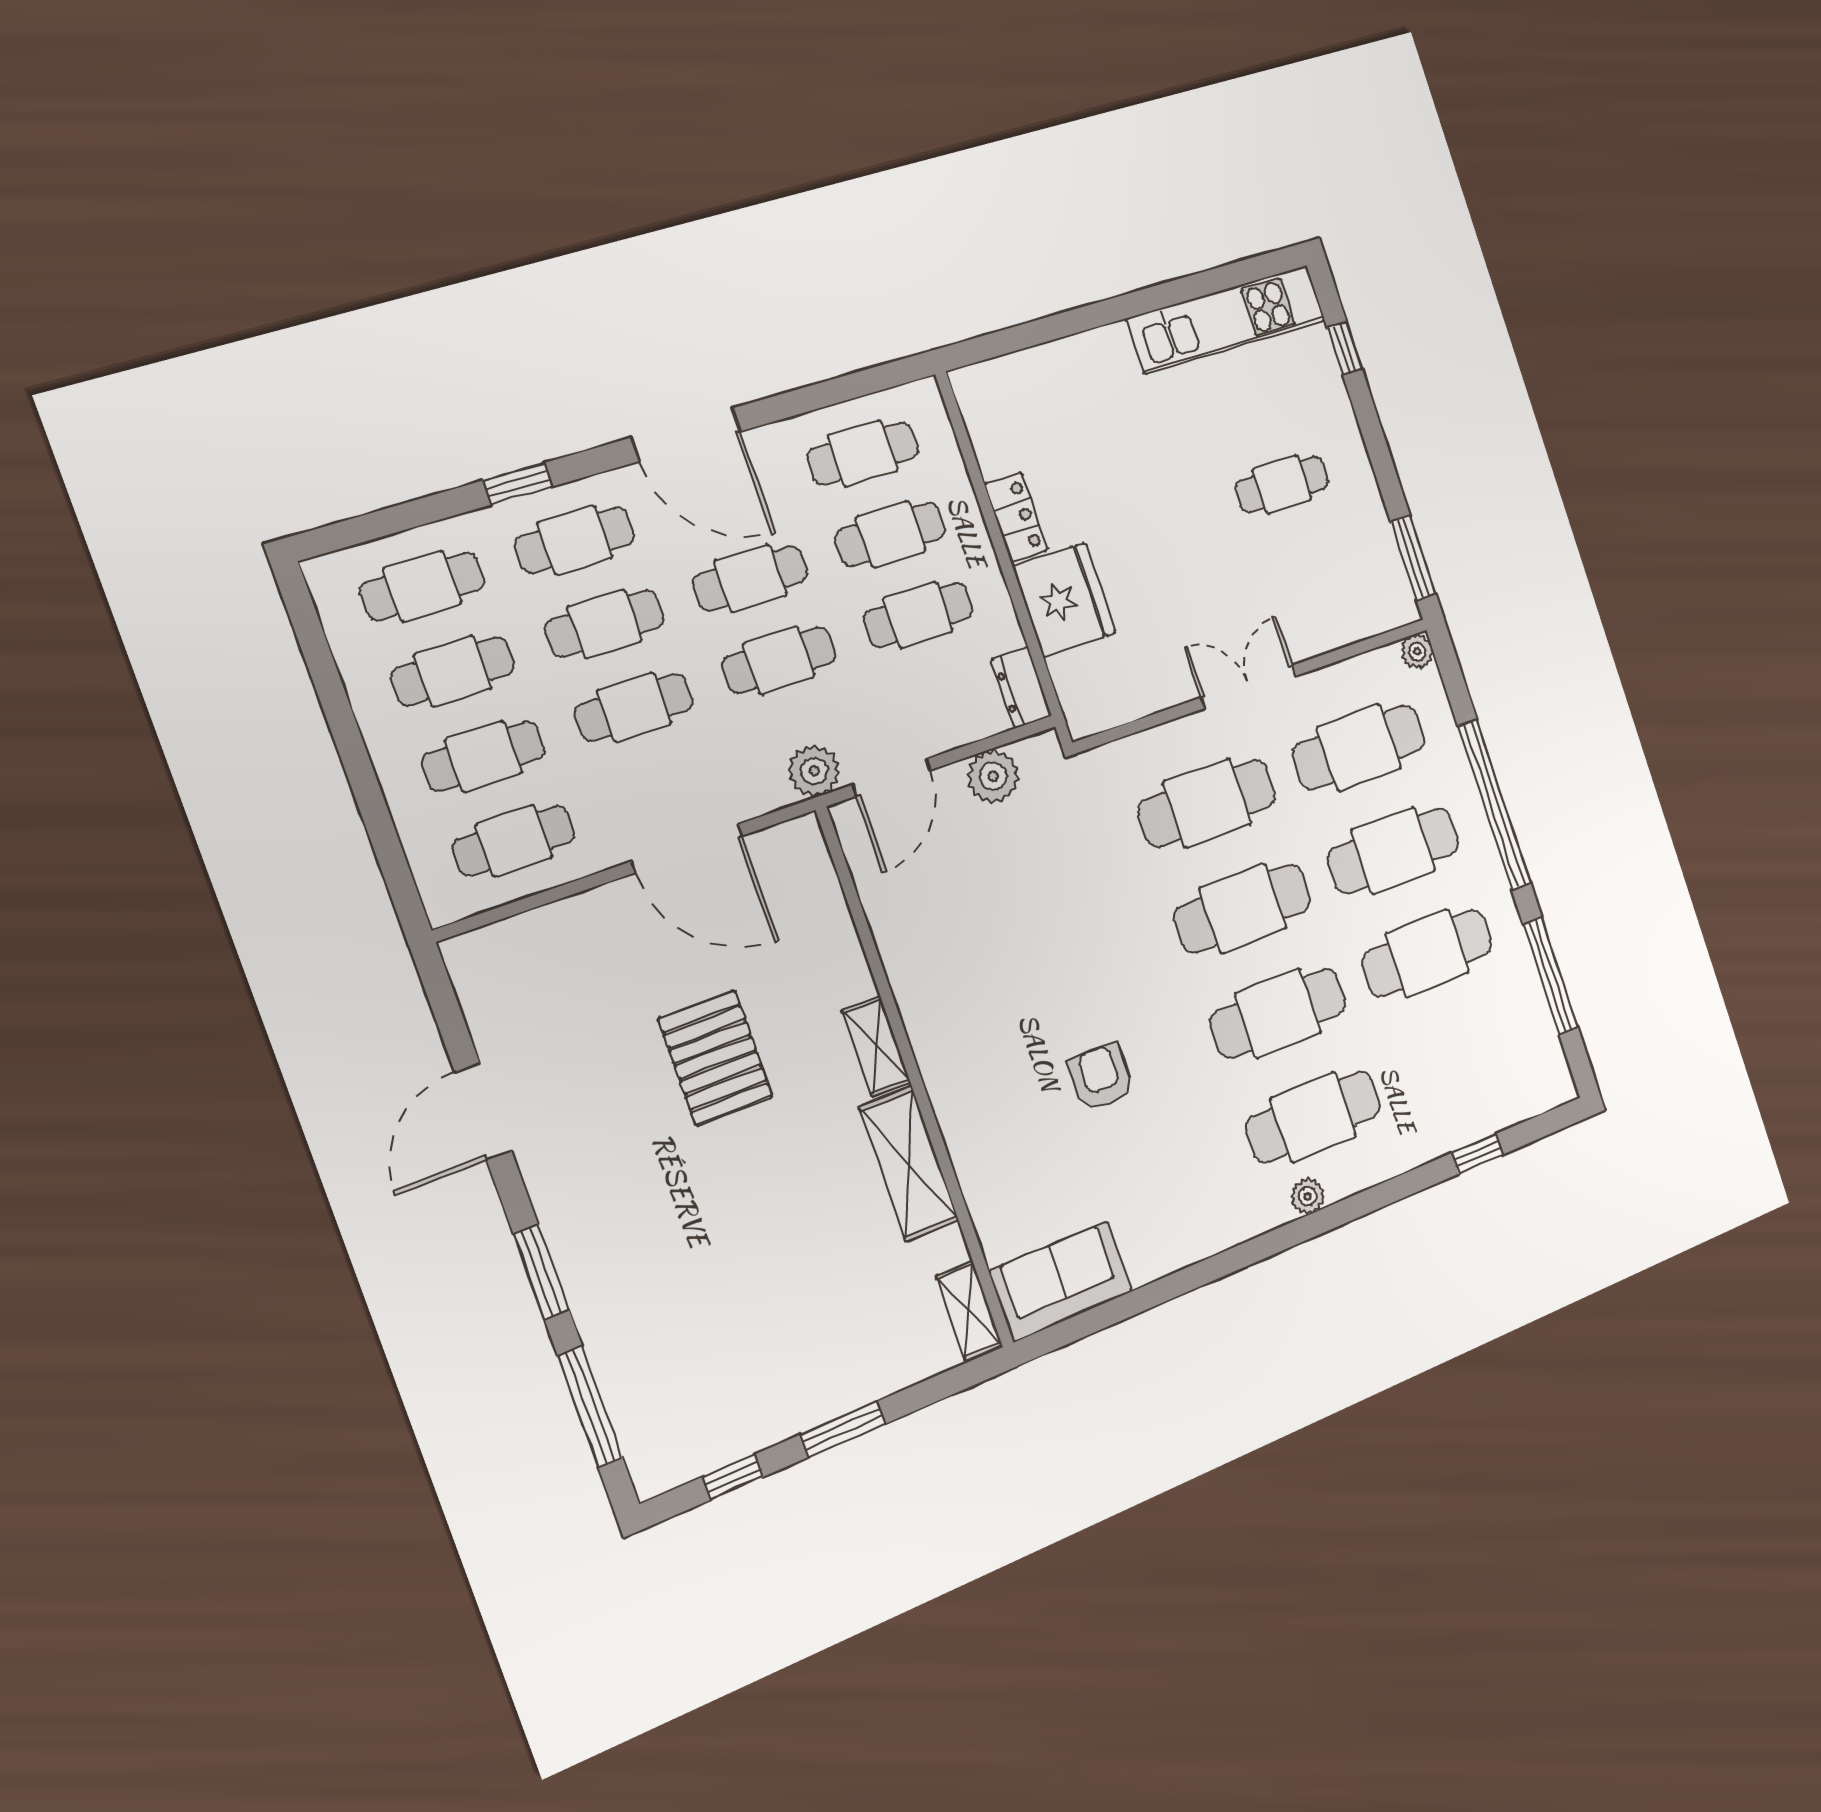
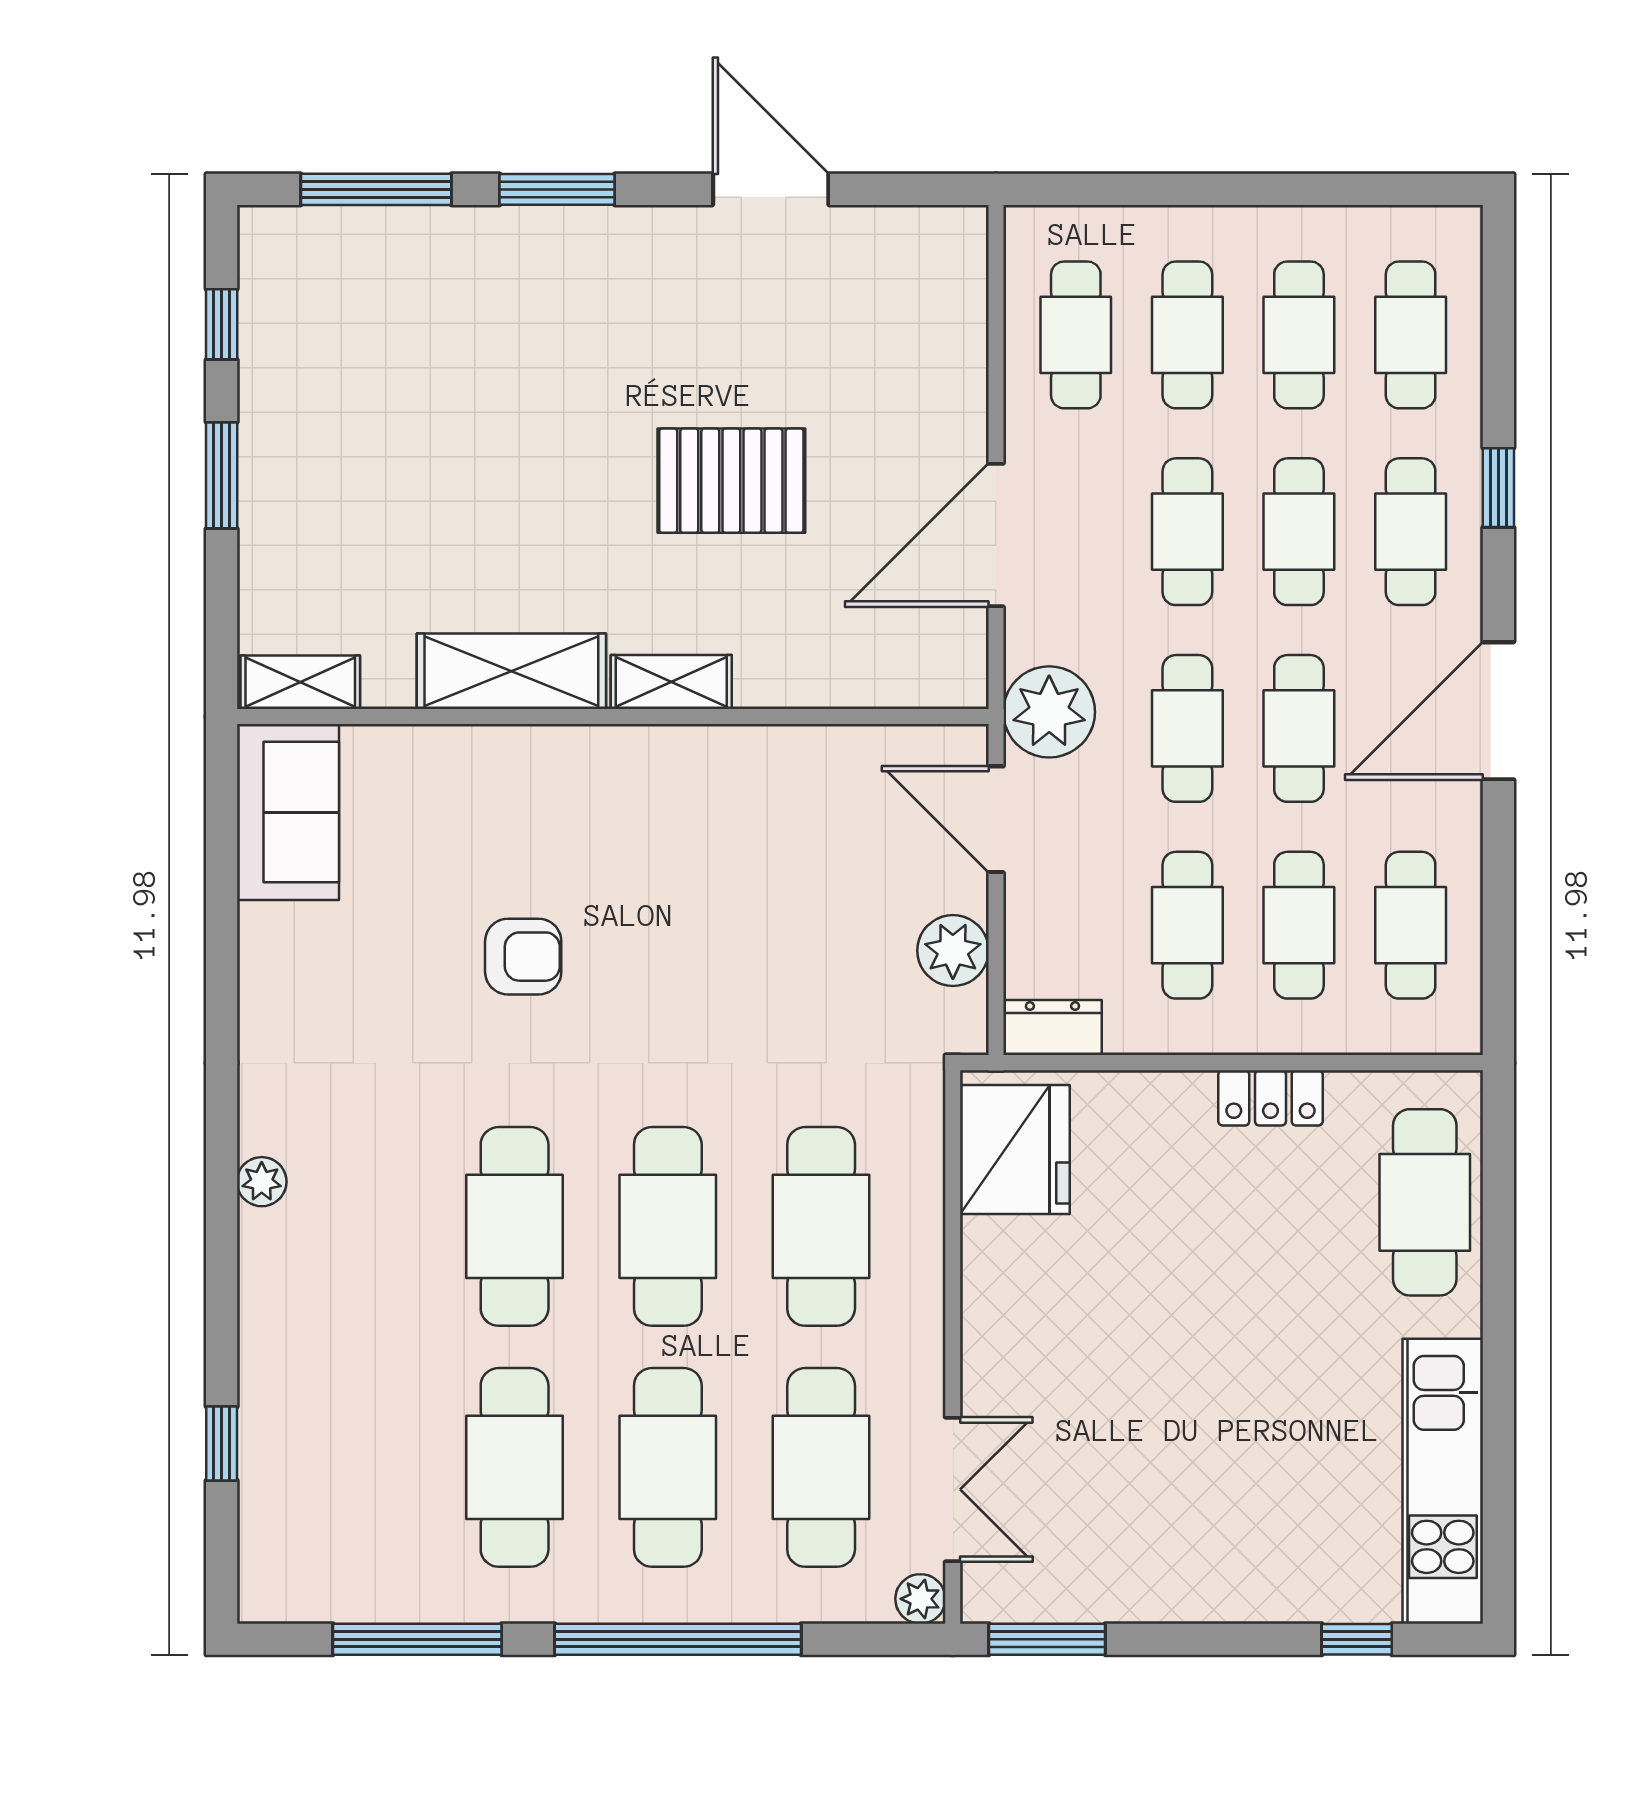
cafe table: (1282, 484) -> (1425, 1202), moved, width x1.37, depth x1.35
fridge: (1064, 600) -> (1015, 1149), moved, turned -90
double door: (1249, 687) -> (953, 1489), moved
plant: (814, 771) -> (1049, 712), width x1.36, depth x1.36
cafe table: (1313, 1117) -> (361, 1226), removed

